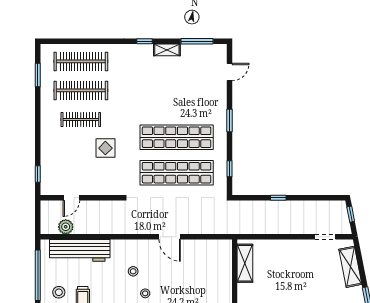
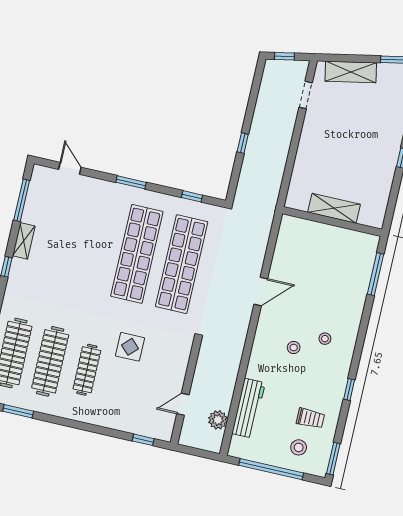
door: (71, 198) -> (183, 404), swing flipped
workbench: (80, 250) -> (248, 408), width x0.73, depth x0.76
shelving: (245, 263) -> (334, 208), moved

